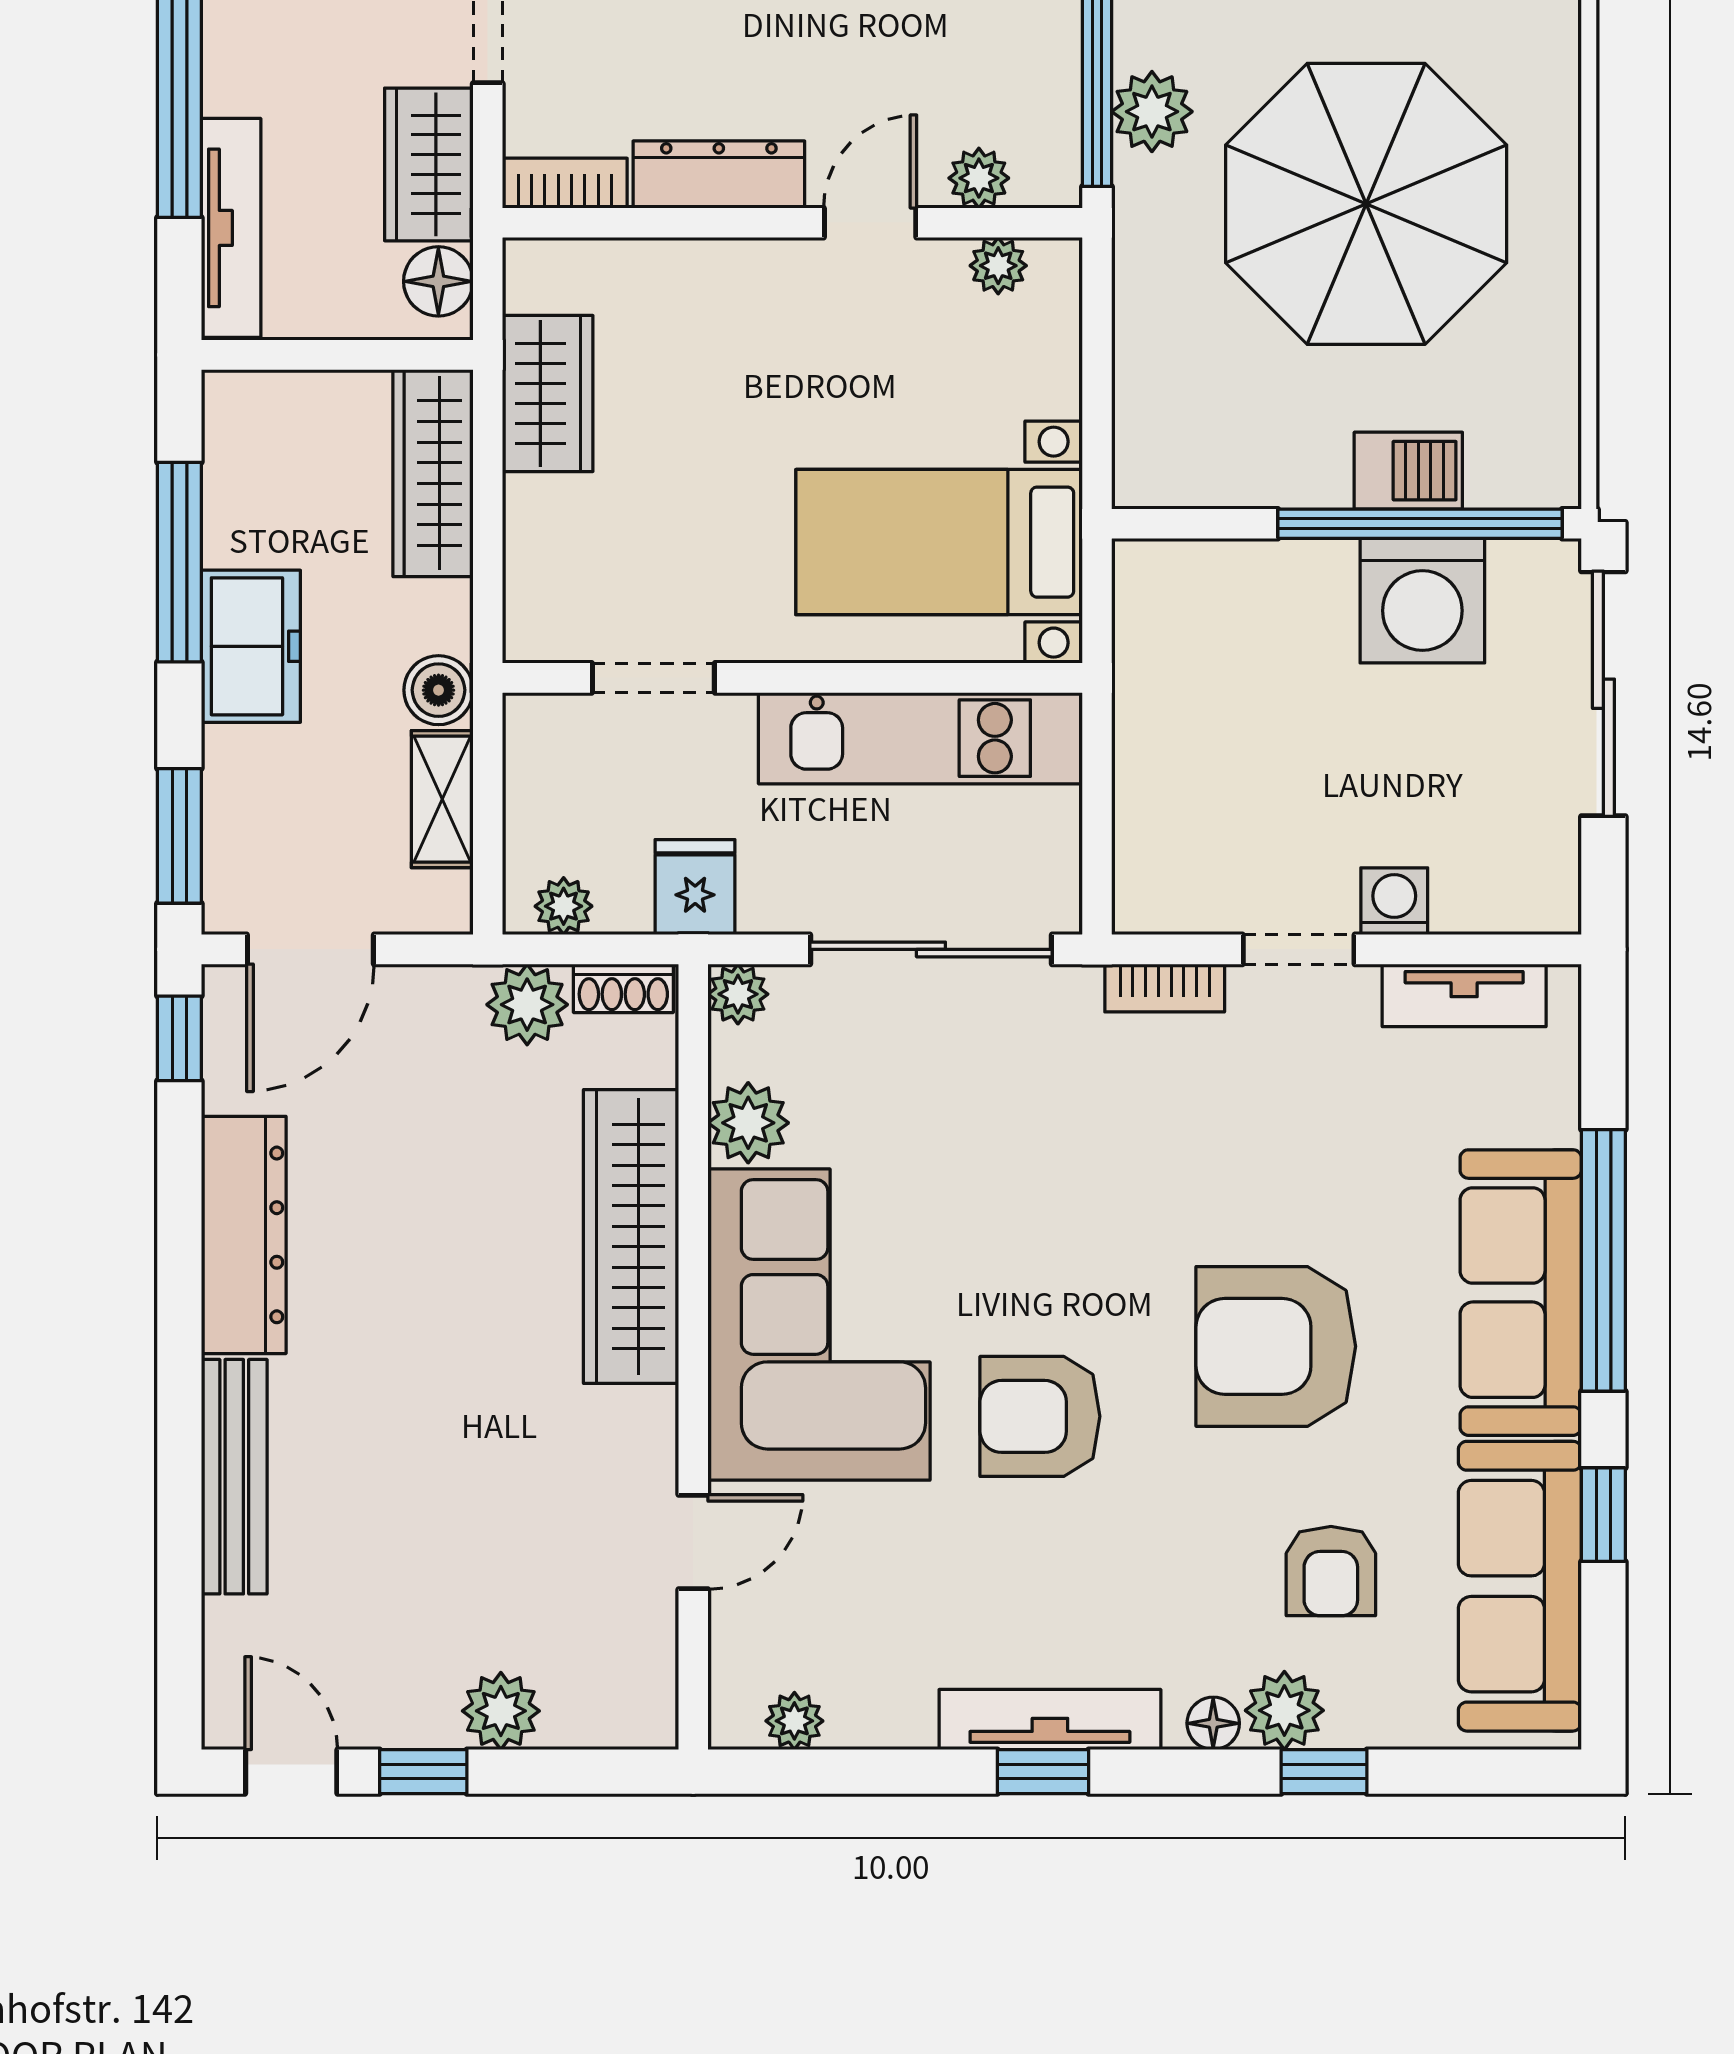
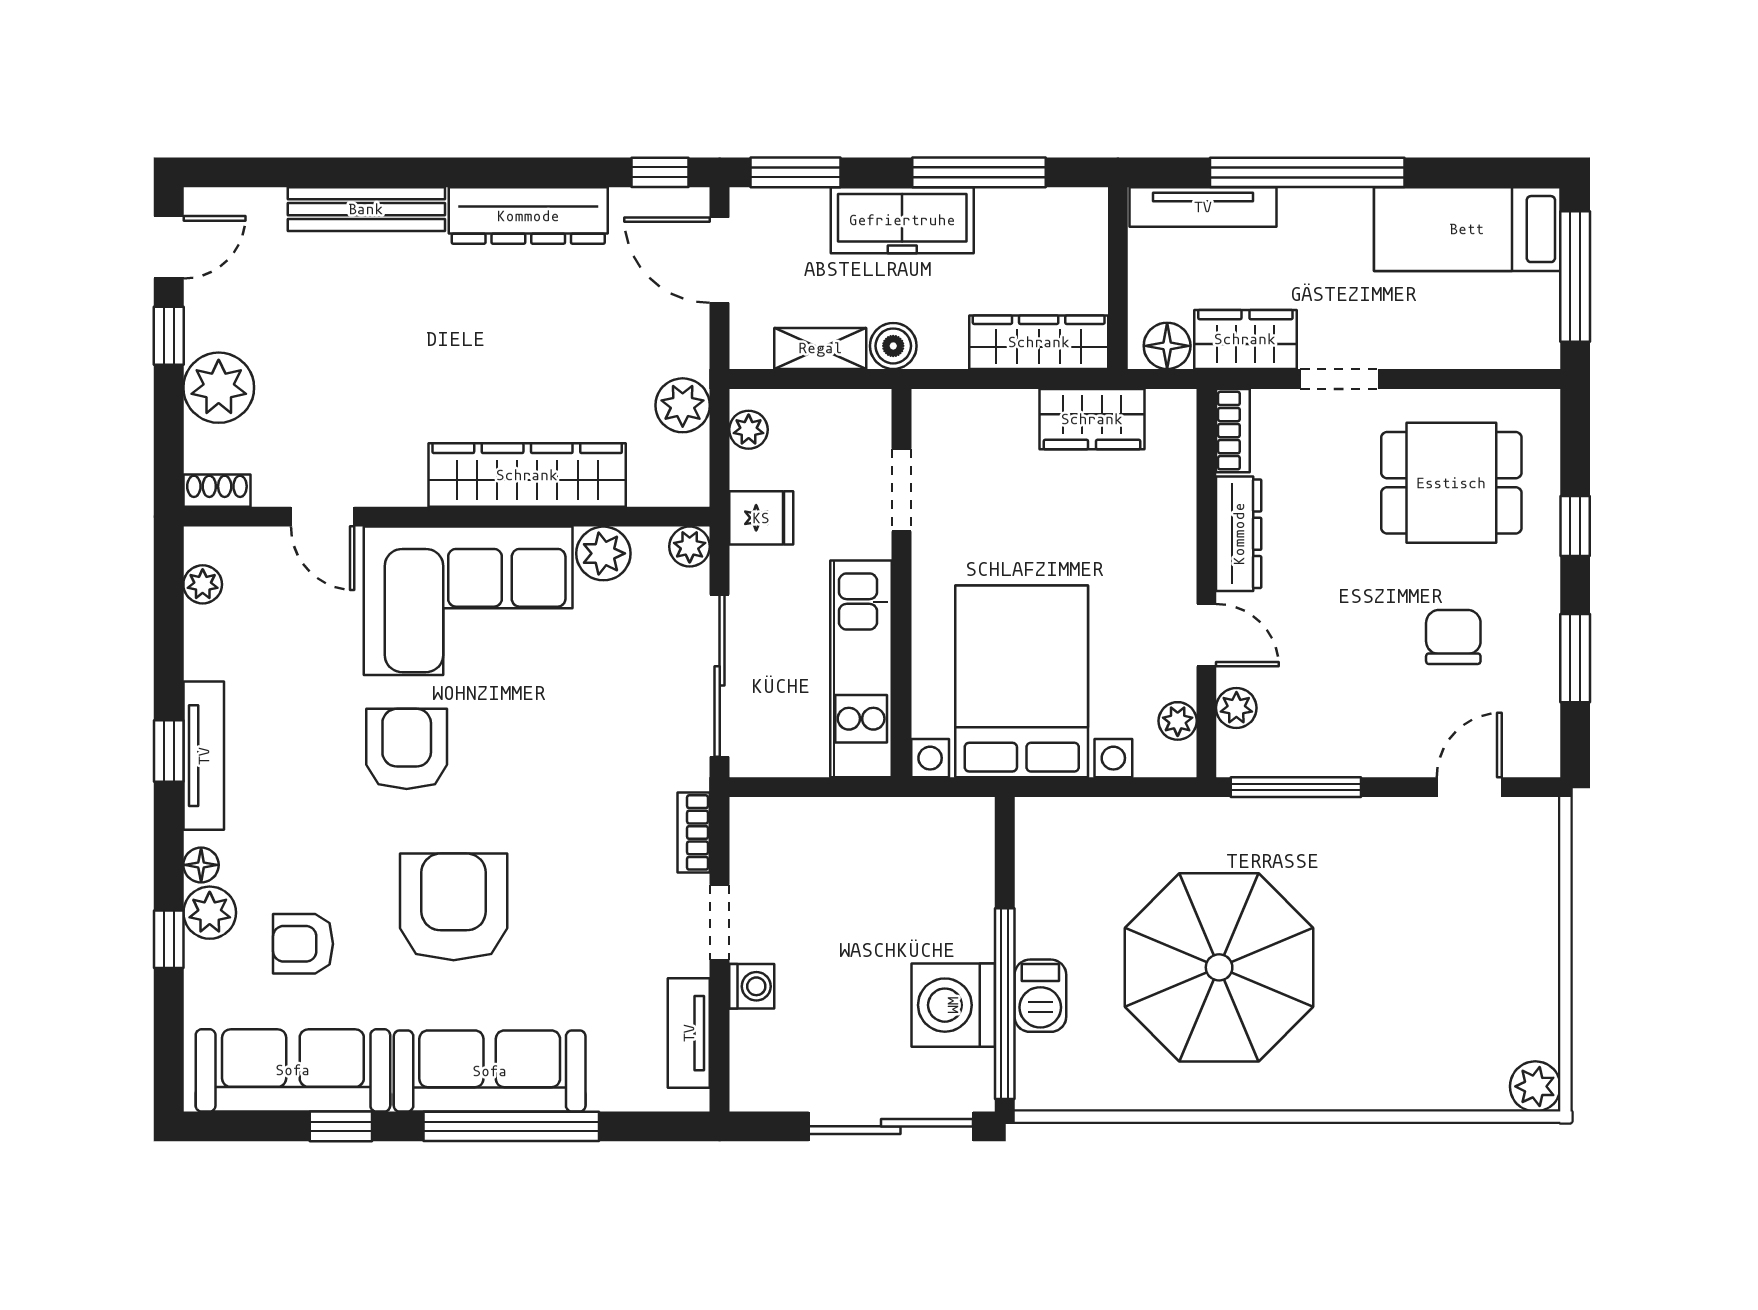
plant: (1152, 112) -> (1281, 824), removed
bed with nightstands: (939, 542) -> (1022, 681), width x1.36
freezer: (251, 646) -> (902, 220), width x1.40
shoe rack: (623, 988) -> (217, 491), moved, turned 90
plant: (501, 1711) -> (219, 388), width x1.36, depth x1.36

